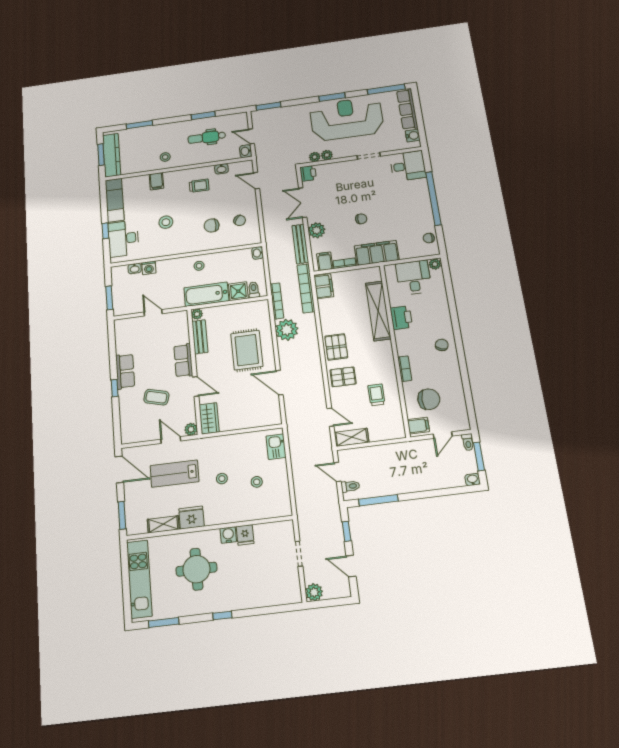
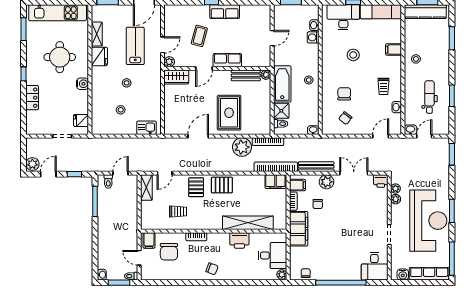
chair: (361, 219) -> (318, 204), moved
rug: (247, 350) -> (229, 113), turned 90
fridge: (245, 535) -> (81, 120), moved
plant: (314, 592) -> (32, 164), moved
locker: (253, 600) -> (32, 98), added

